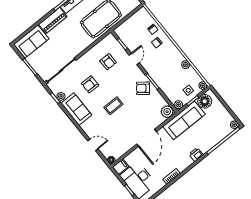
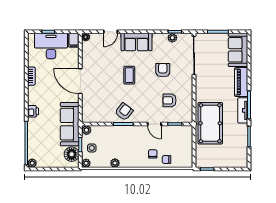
sofa: (76, 109) -> (136, 42), moved
plant: (167, 112) -> (88, 116), removed

